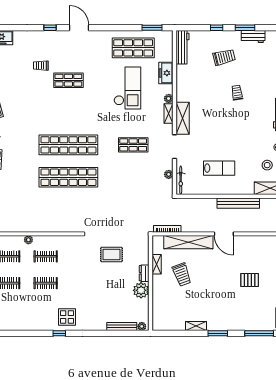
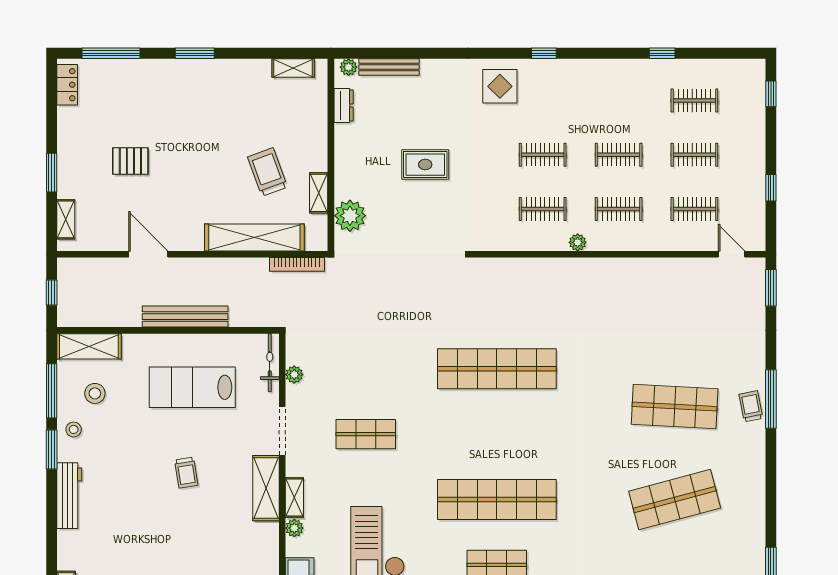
trolley: (237, 93) -> (186, 473), moved
shop shelf: (68, 145) -> (497, 500), moved
lab bench: (219, 168) -> (192, 387), width x1.36, depth x1.39
bench: (238, 203) -> (185, 317), moved
door: (224, 234) -> (148, 254), moved
rug: (112, 254) -> (425, 165), moved
dresser: (144, 273) -> (344, 105), moved
plant: (141, 290) -> (350, 216), moved
shelving: (196, 326) -> (293, 68), moved
window: (59, 333) -> (544, 53), moved

